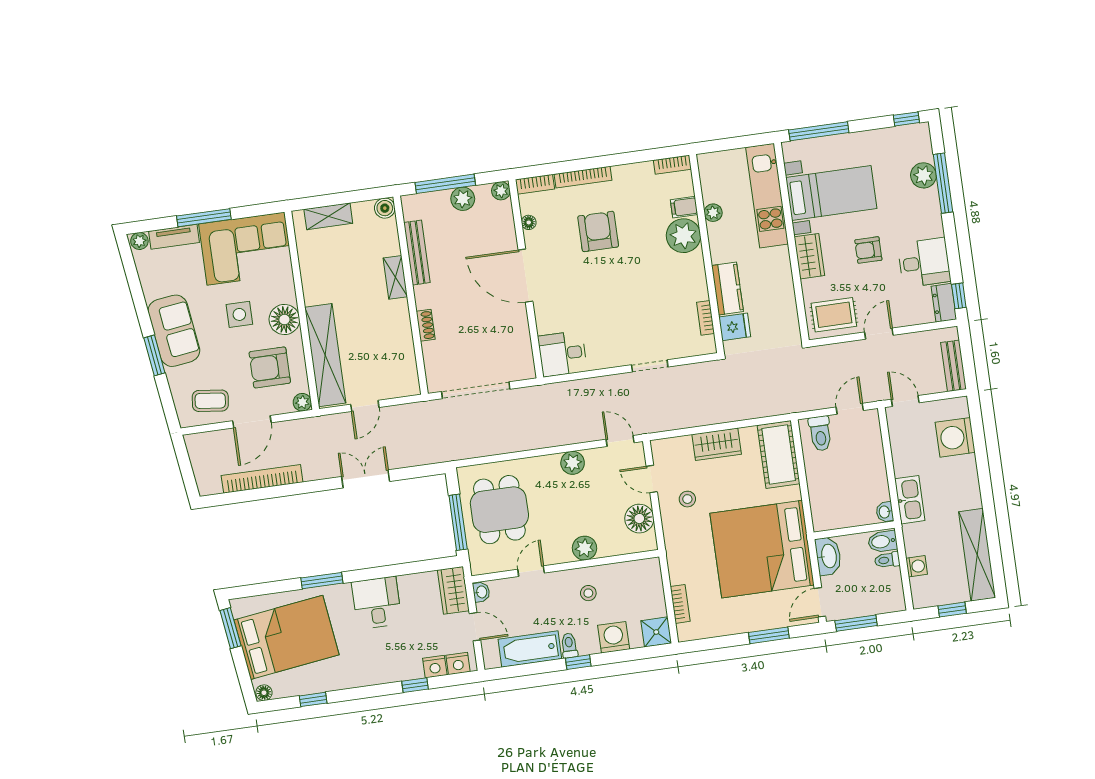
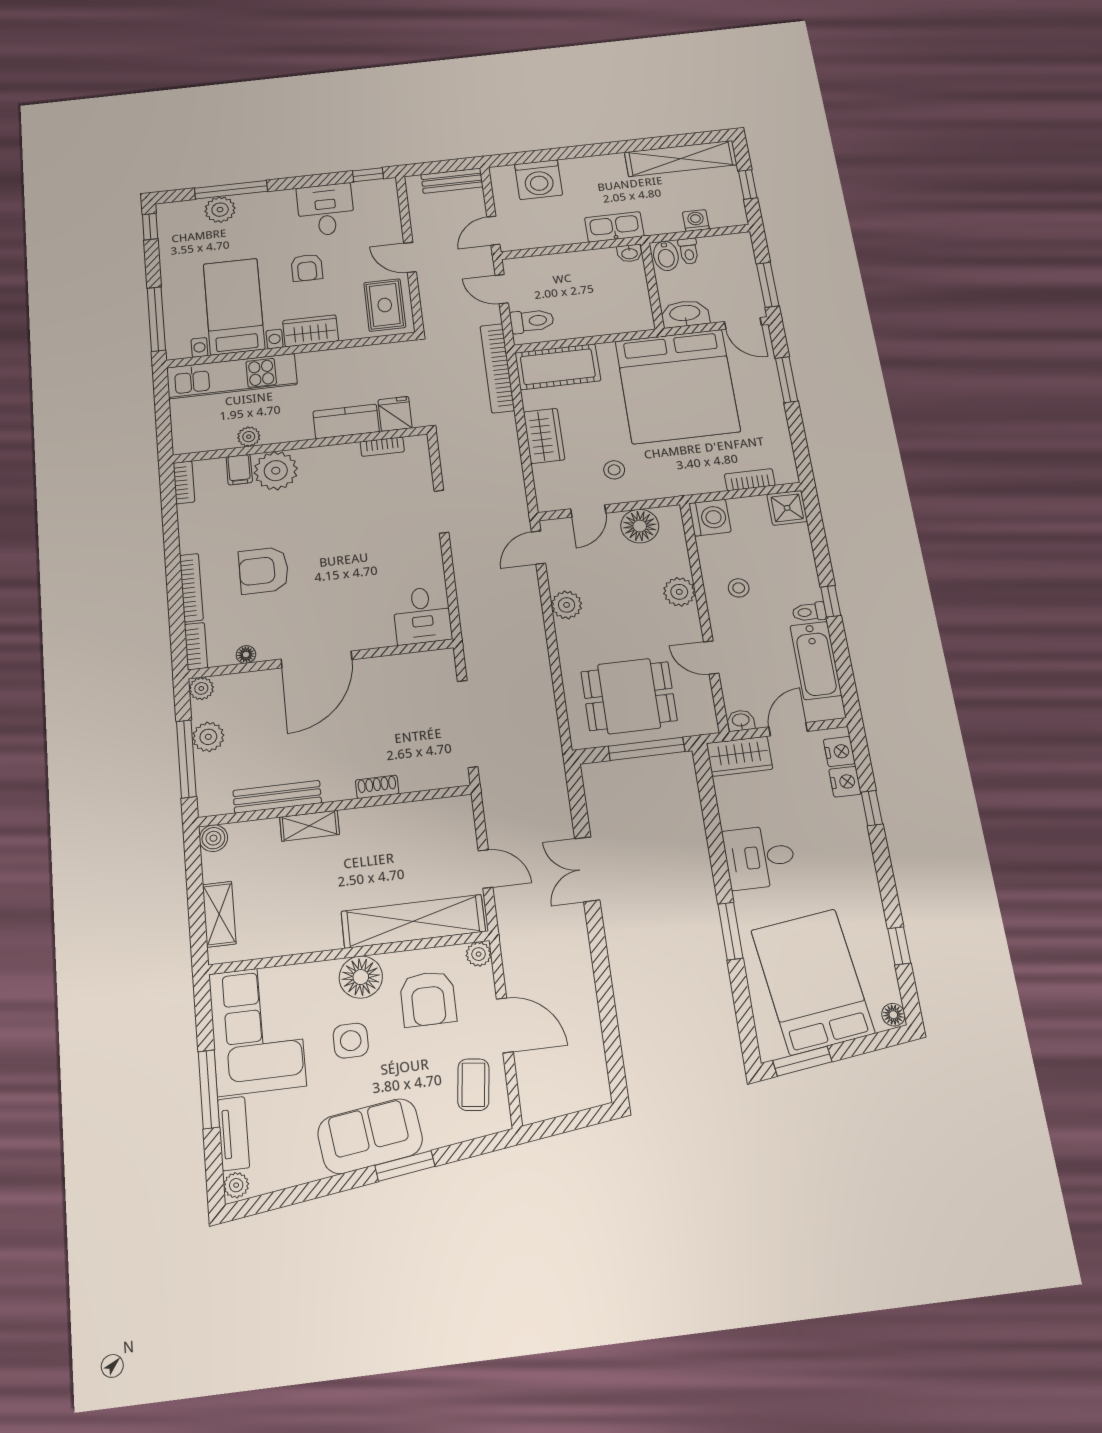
dresser: (944, 303) -> (375, 190), removed
bookcase: (262, 479) -> (497, 368), moved
washing machine: (614, 637) -> (710, 518), moved, turned 180

